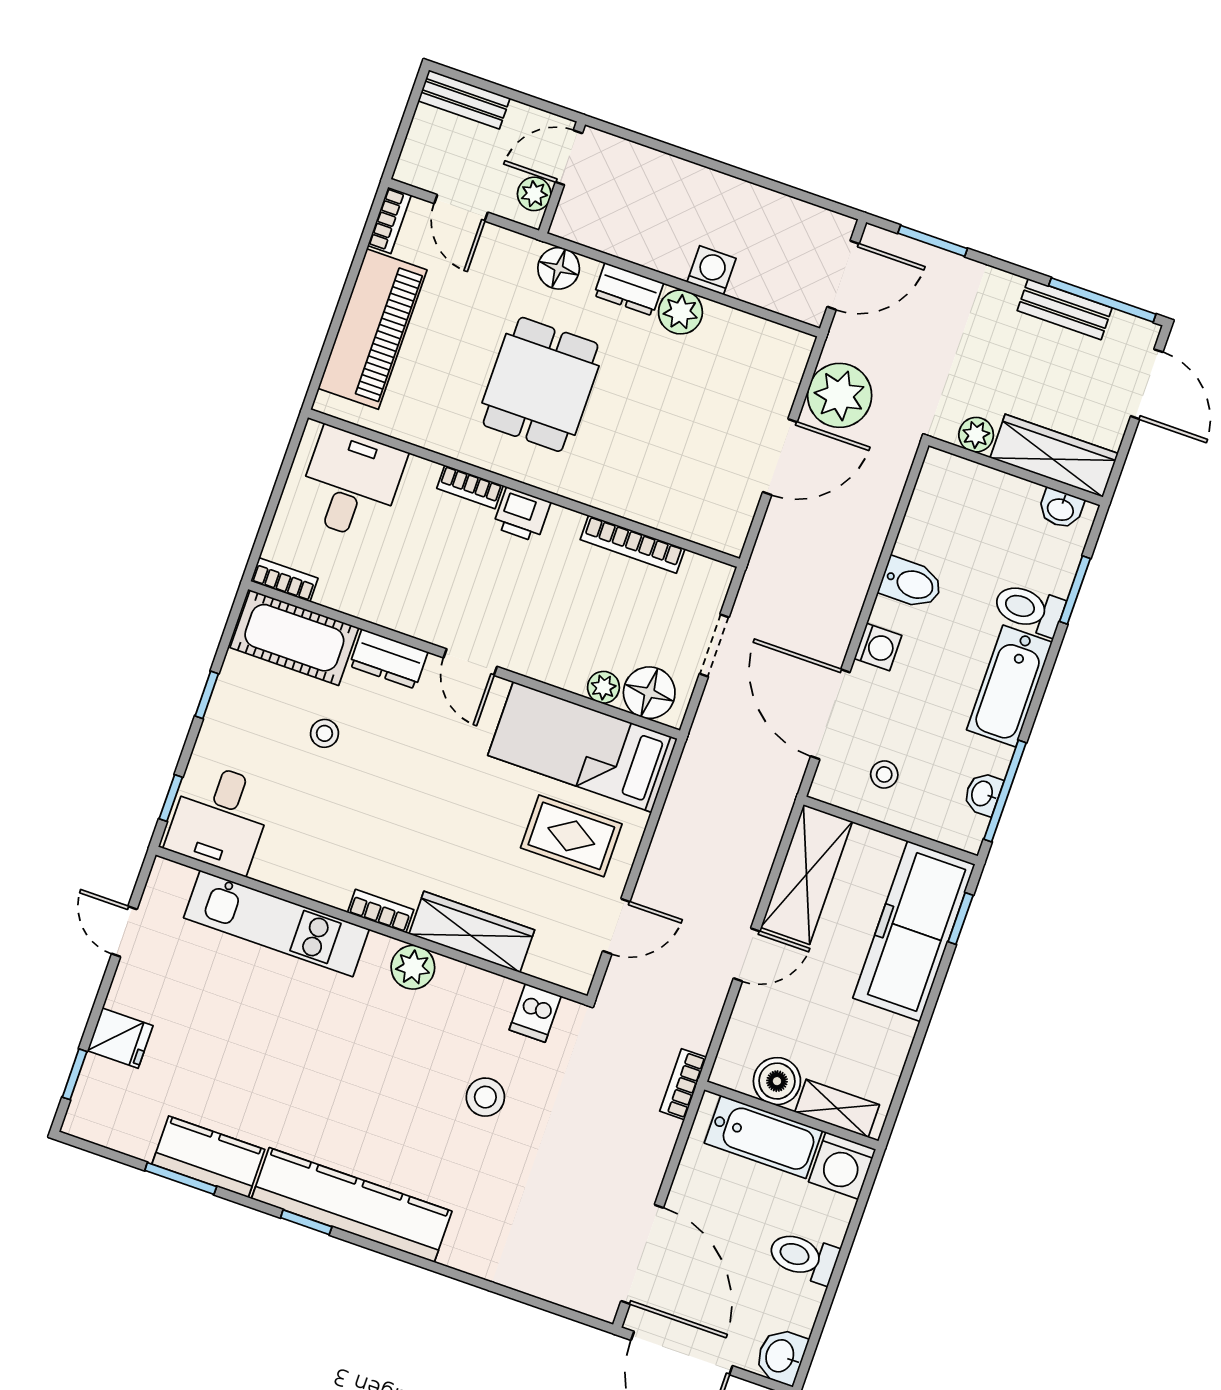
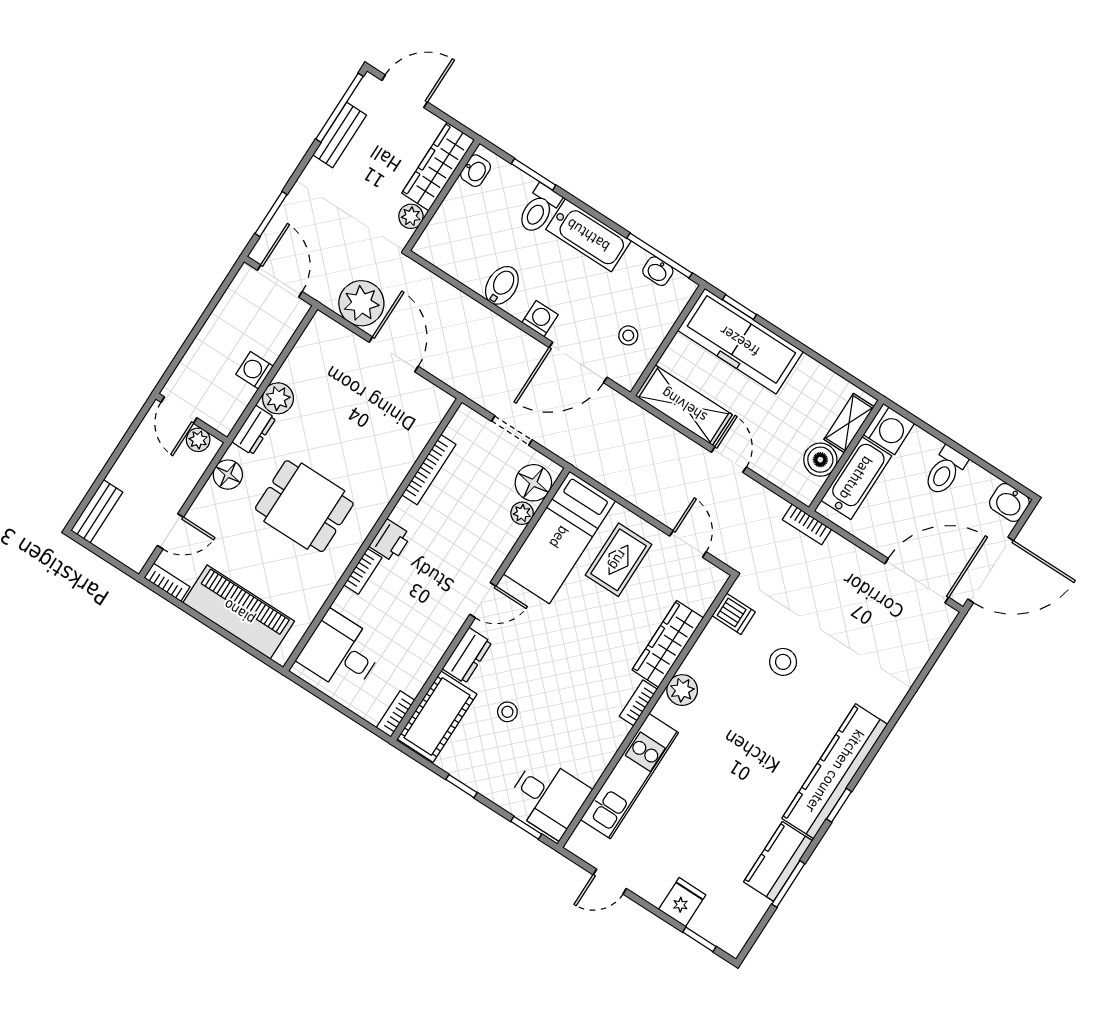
door: (569, 158) -> (179, 410), moved
wall: (562, 177) -> (191, 418), moved
plant: (534, 194) -> (198, 440), moved

